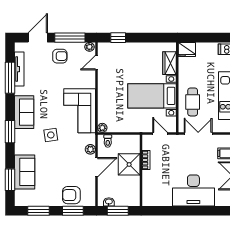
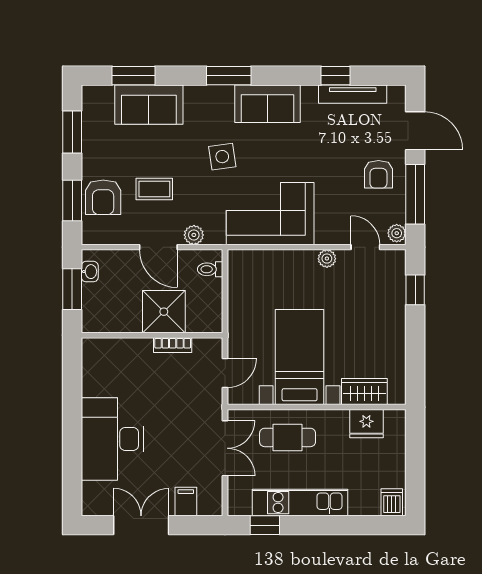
fridge: (187, 49) -> (366, 424), moved, turned -90
window: (10, 78) -> (336, 76), width x0.46
plant: (102, 128) -> (327, 259), moved
coffee table: (67, 169) -> (154, 189), added
armchair: (71, 195) -> (103, 197), turned 180

